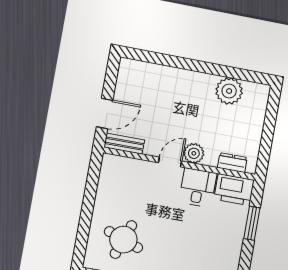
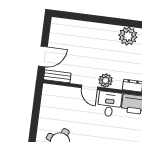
door: (170, 162) -> (89, 87), swing flipped

